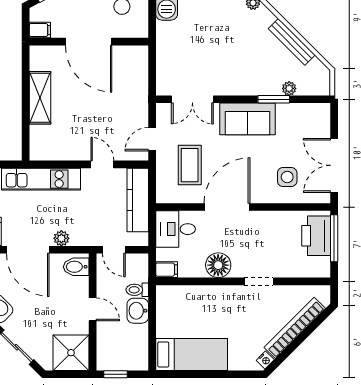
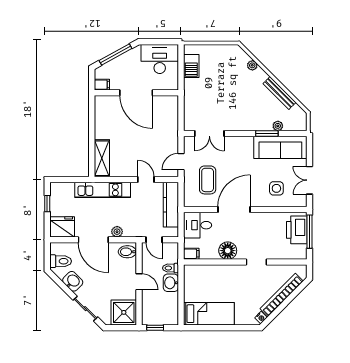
shelving: (40, 98) -> (102, 158), moved
sofa: (247, 119) -> (280, 147), moved, width x1.36
double door: (334, 165) -> (310, 180), width x0.73

